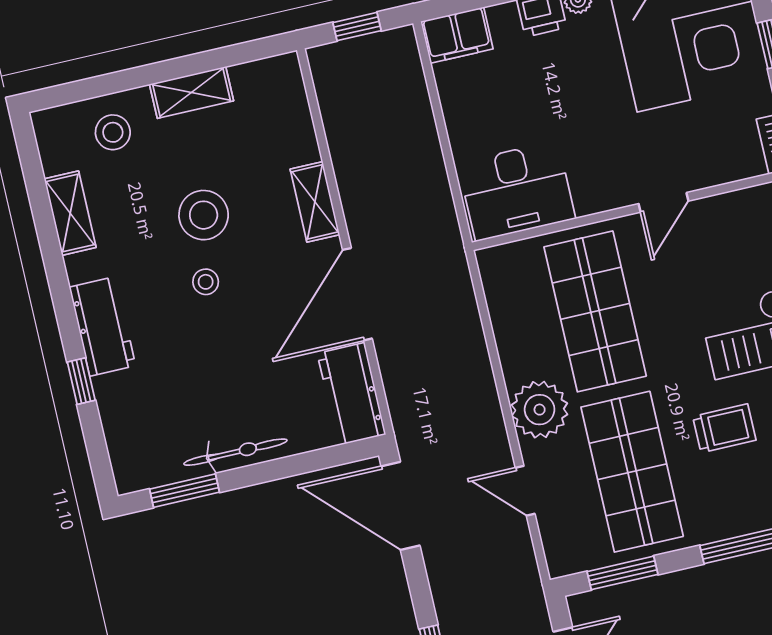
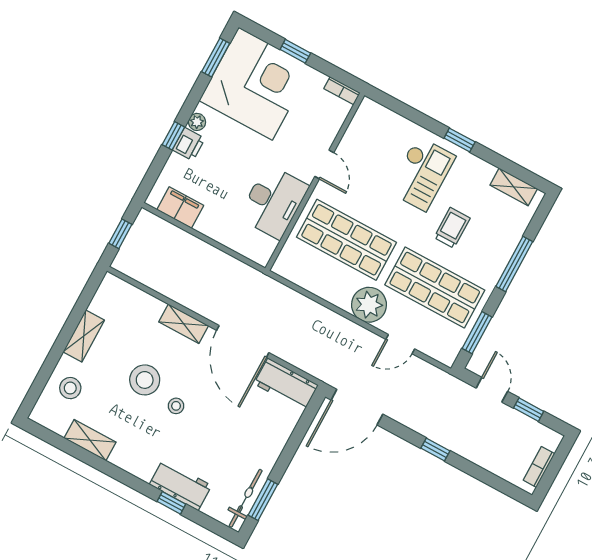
filing cabinet: (457, 35) -> (180, 208), moved, turned -90
desk: (517, 191) -> (273, 202), moved
workbench: (102, 326) -> (180, 485), moved
bicycle: (235, 452) -> (246, 498), moved

